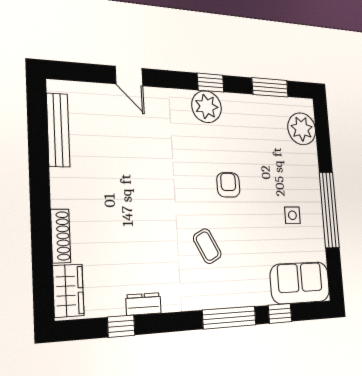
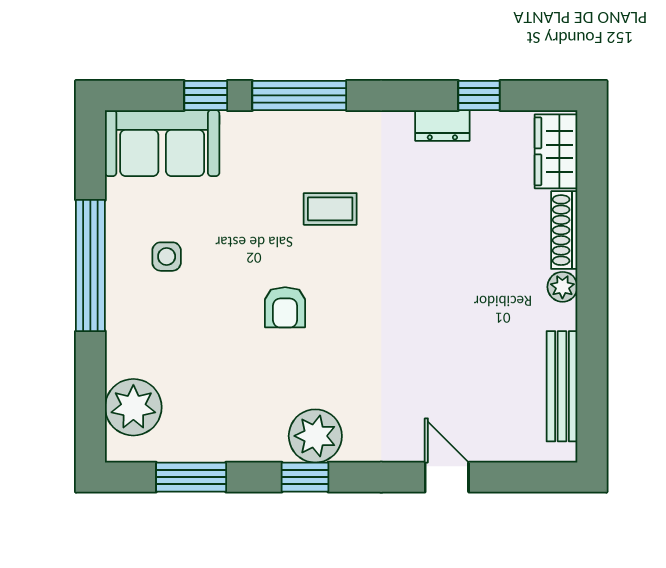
plant: (60, 197) -> (562, 287), added
coffee table: (207, 246) -> (330, 209), turned -62

